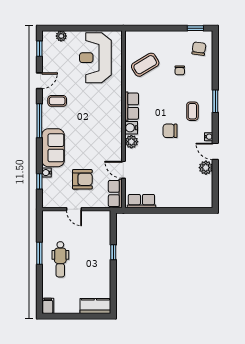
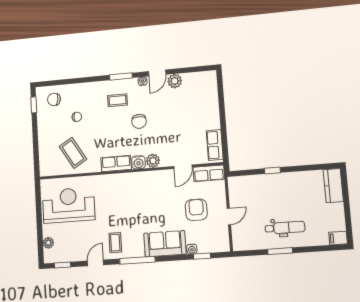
reception desk: (95, 58) -> (69, 205), turned 180
door: (39, 81) -> (95, 263), hinge flipped
window: (215, 101) -> (121, 76), moved

